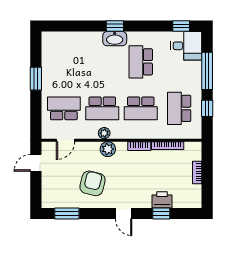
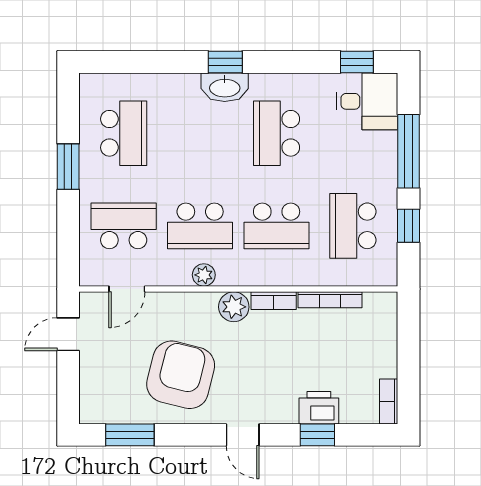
school desk: (64, 62) -> (124, 133), added
plant: (108, 149) -> (234, 307), moved
bookcase: (197, 172) -> (389, 402), moved
armchair: (92, 183) -> (181, 375), width x1.36, depth x1.36

